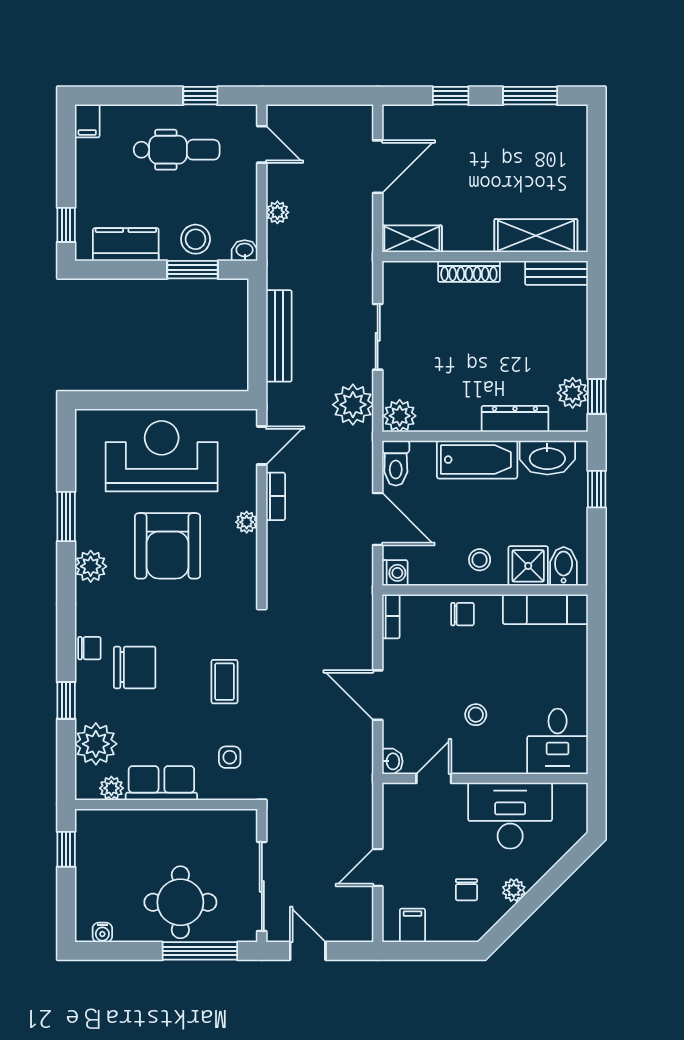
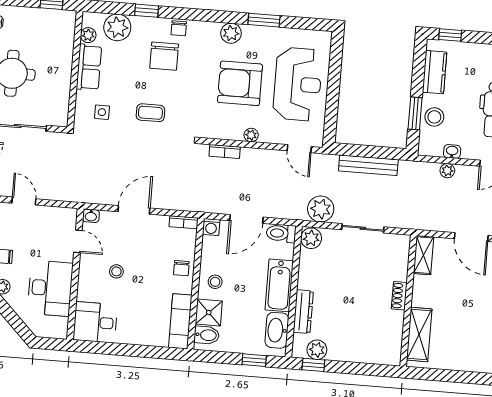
washbasin: (245, 251) -> (452, 151), moved, turned -90
shoe rack: (469, 271) -> (399, 296), width x0.70
bench: (556, 273) -> (394, 346), removed
bookcase: (276, 496) -> (225, 152), moved

